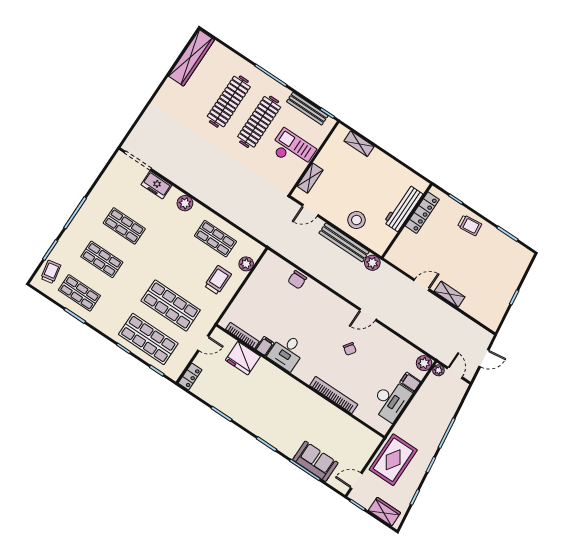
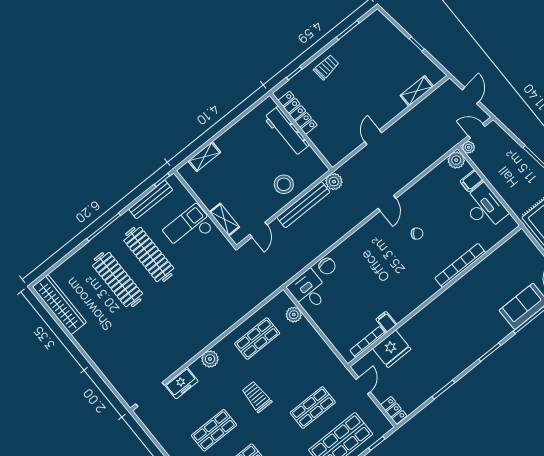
trolley: (218, 280) -> (257, 397), moved
shelving: (450, 294) -> (417, 91), moved
shop shelf: (171, 305) -> (313, 408), width x0.70, depth x0.74
desk: (287, 352) -> (309, 290), moved, turned 180

